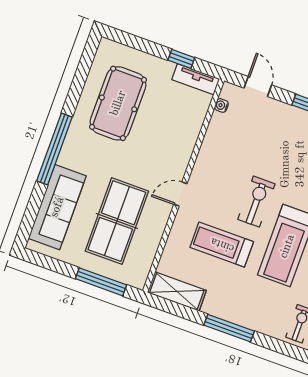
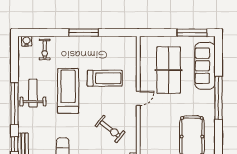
exercise bike: (256, 202) -> (110, 129), moved, turned -52
window: (101, 282) -> (192, 33), moved
shelving: (177, 291) -> (120, 43), removed

